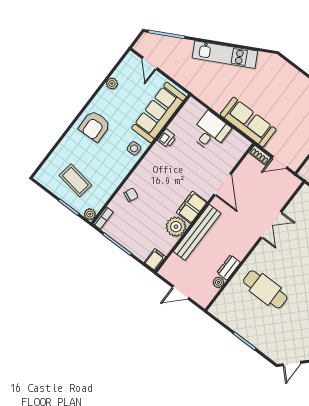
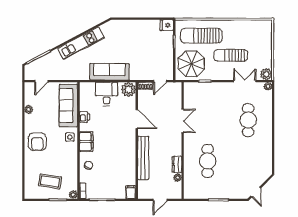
door: (150, 63) -> (41, 81), hinge flipped
sofa: (248, 122) -> (109, 72), moved
filing cabinet: (192, 207) -> (86, 142), moved, turned 180
plant: (176, 227) -> (128, 89), moved
cafe table: (265, 289) -> (208, 161), turned 90

